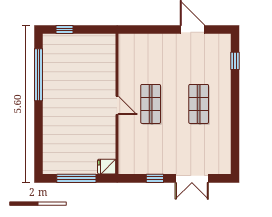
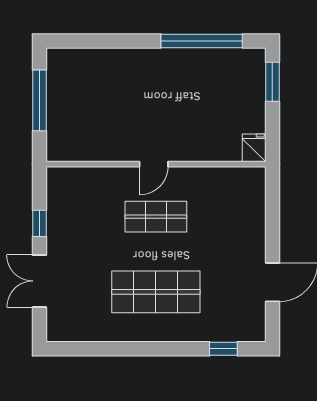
window: (65, 30) -> (272, 82), width x1.50
shop shelf: (199, 104) -> (156, 292), width x1.43, depth x1.36
fridge: (107, 167) -> (254, 148), moved

